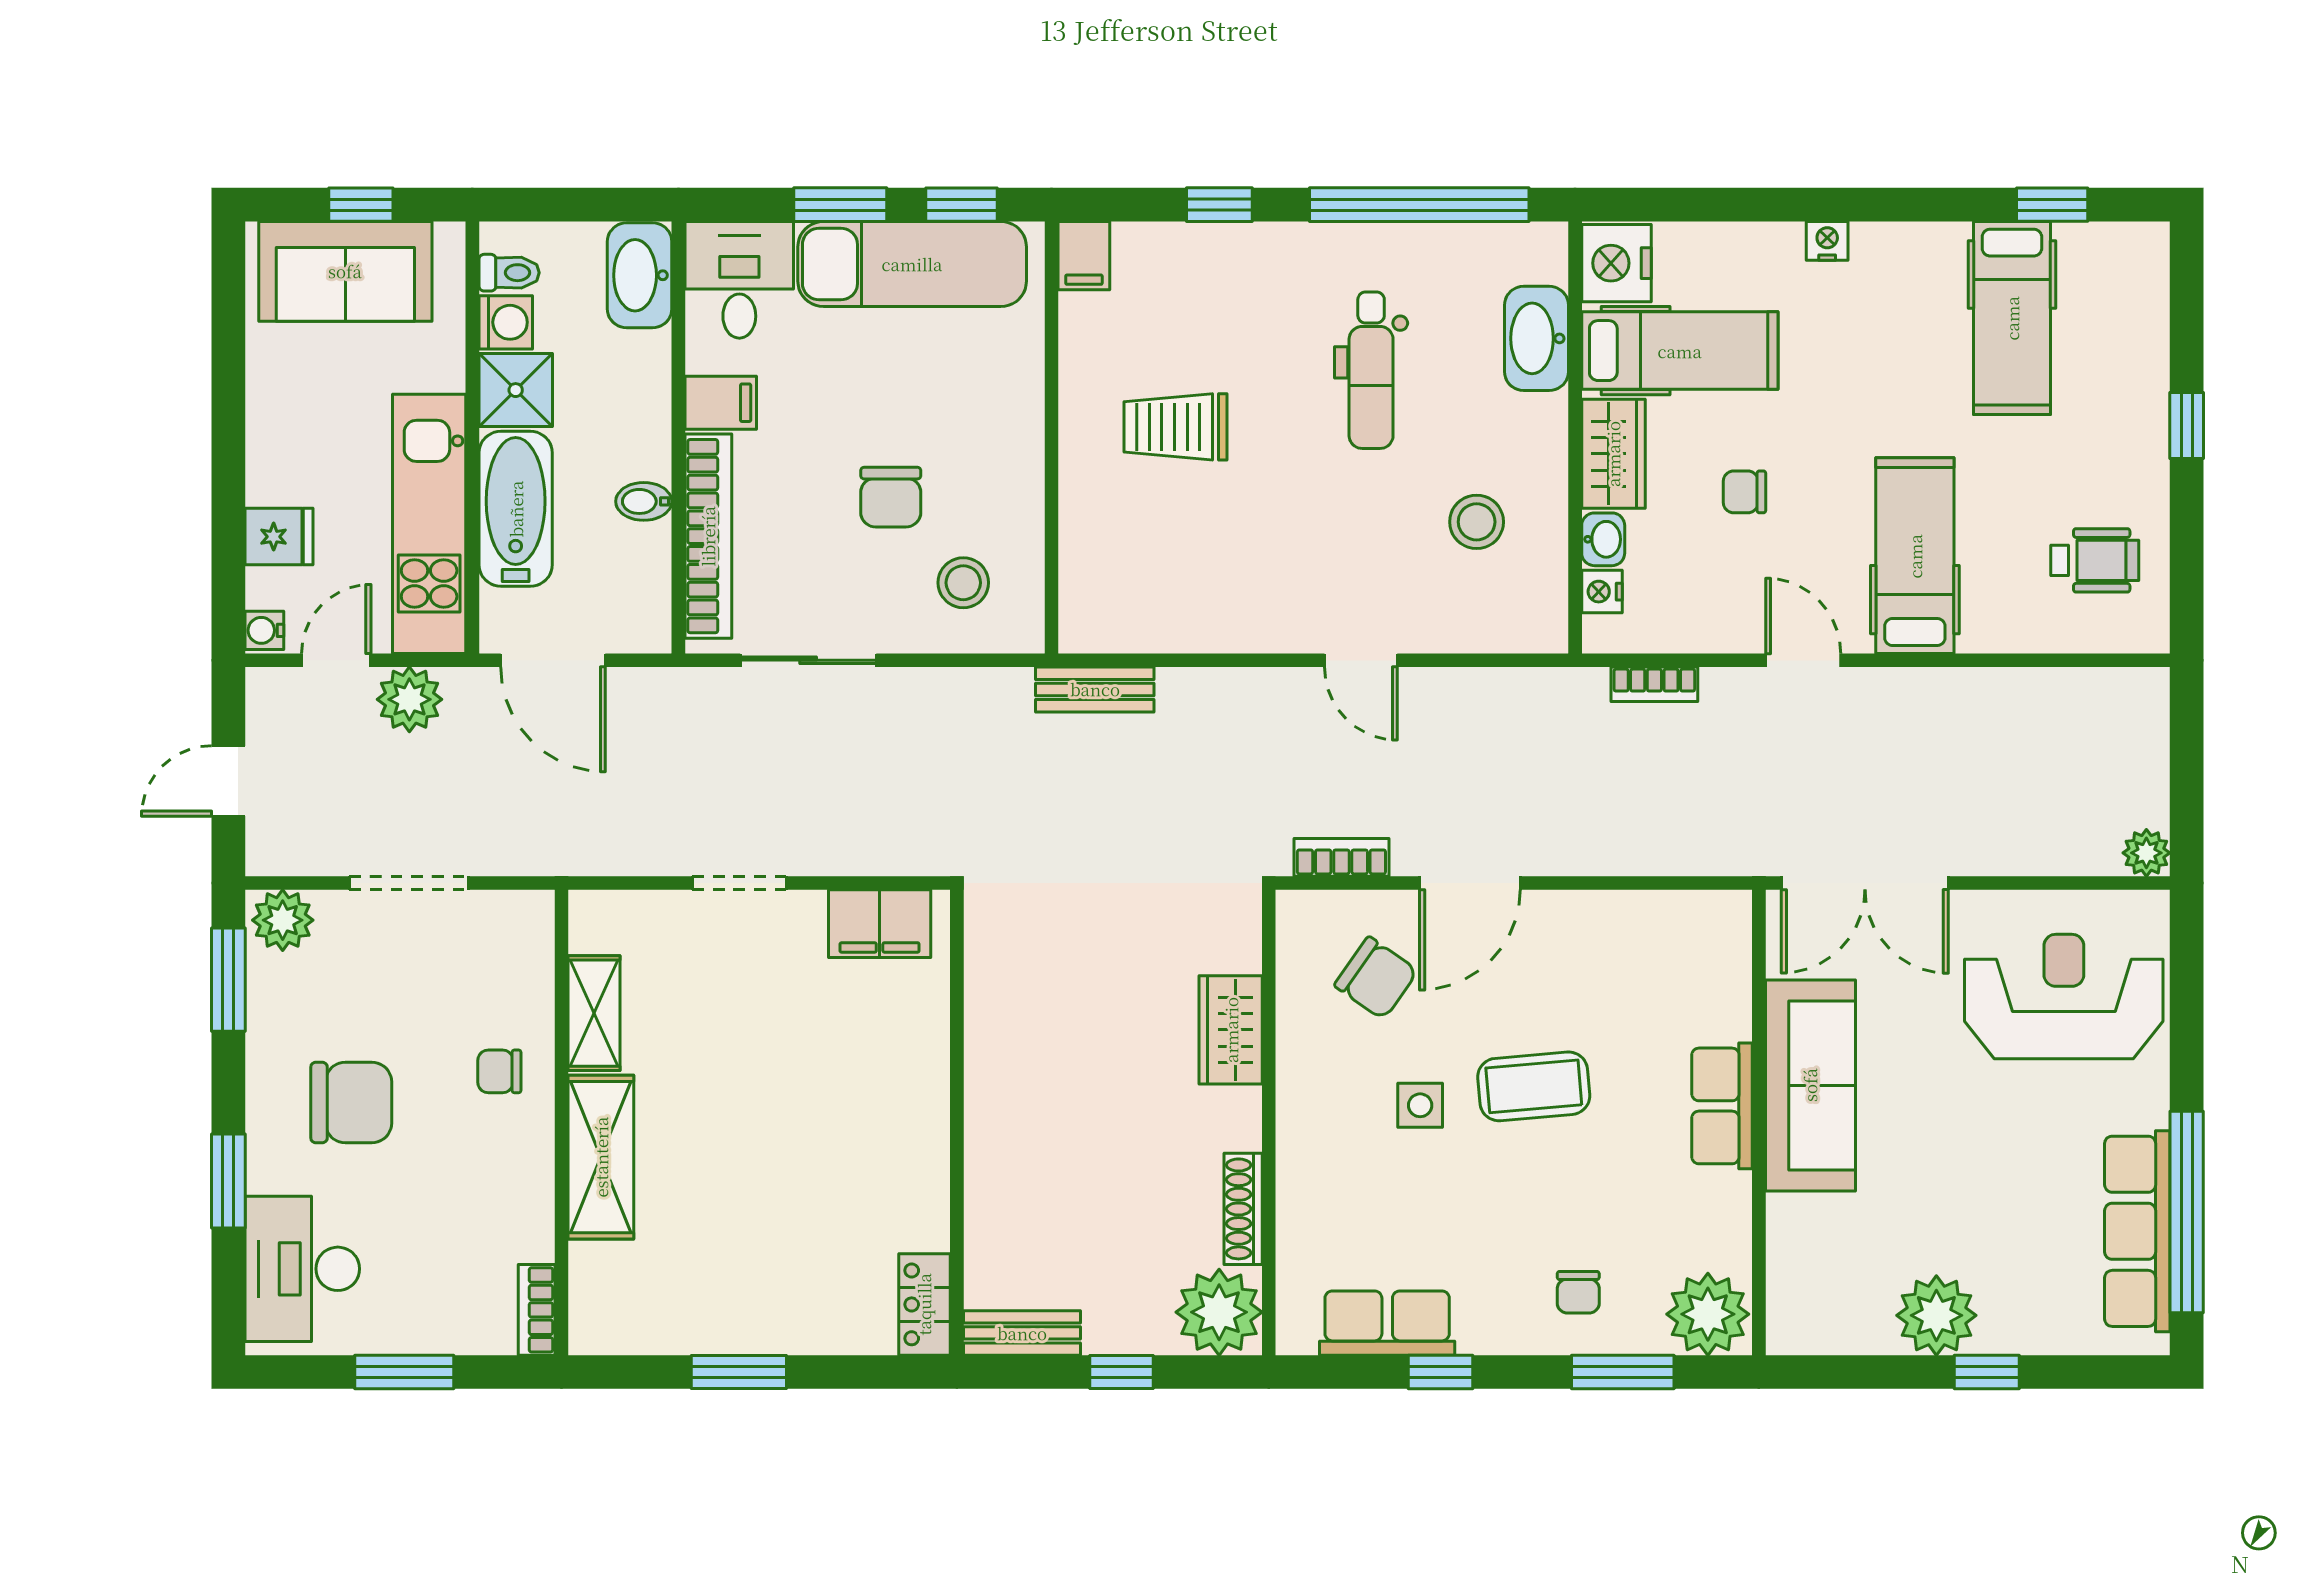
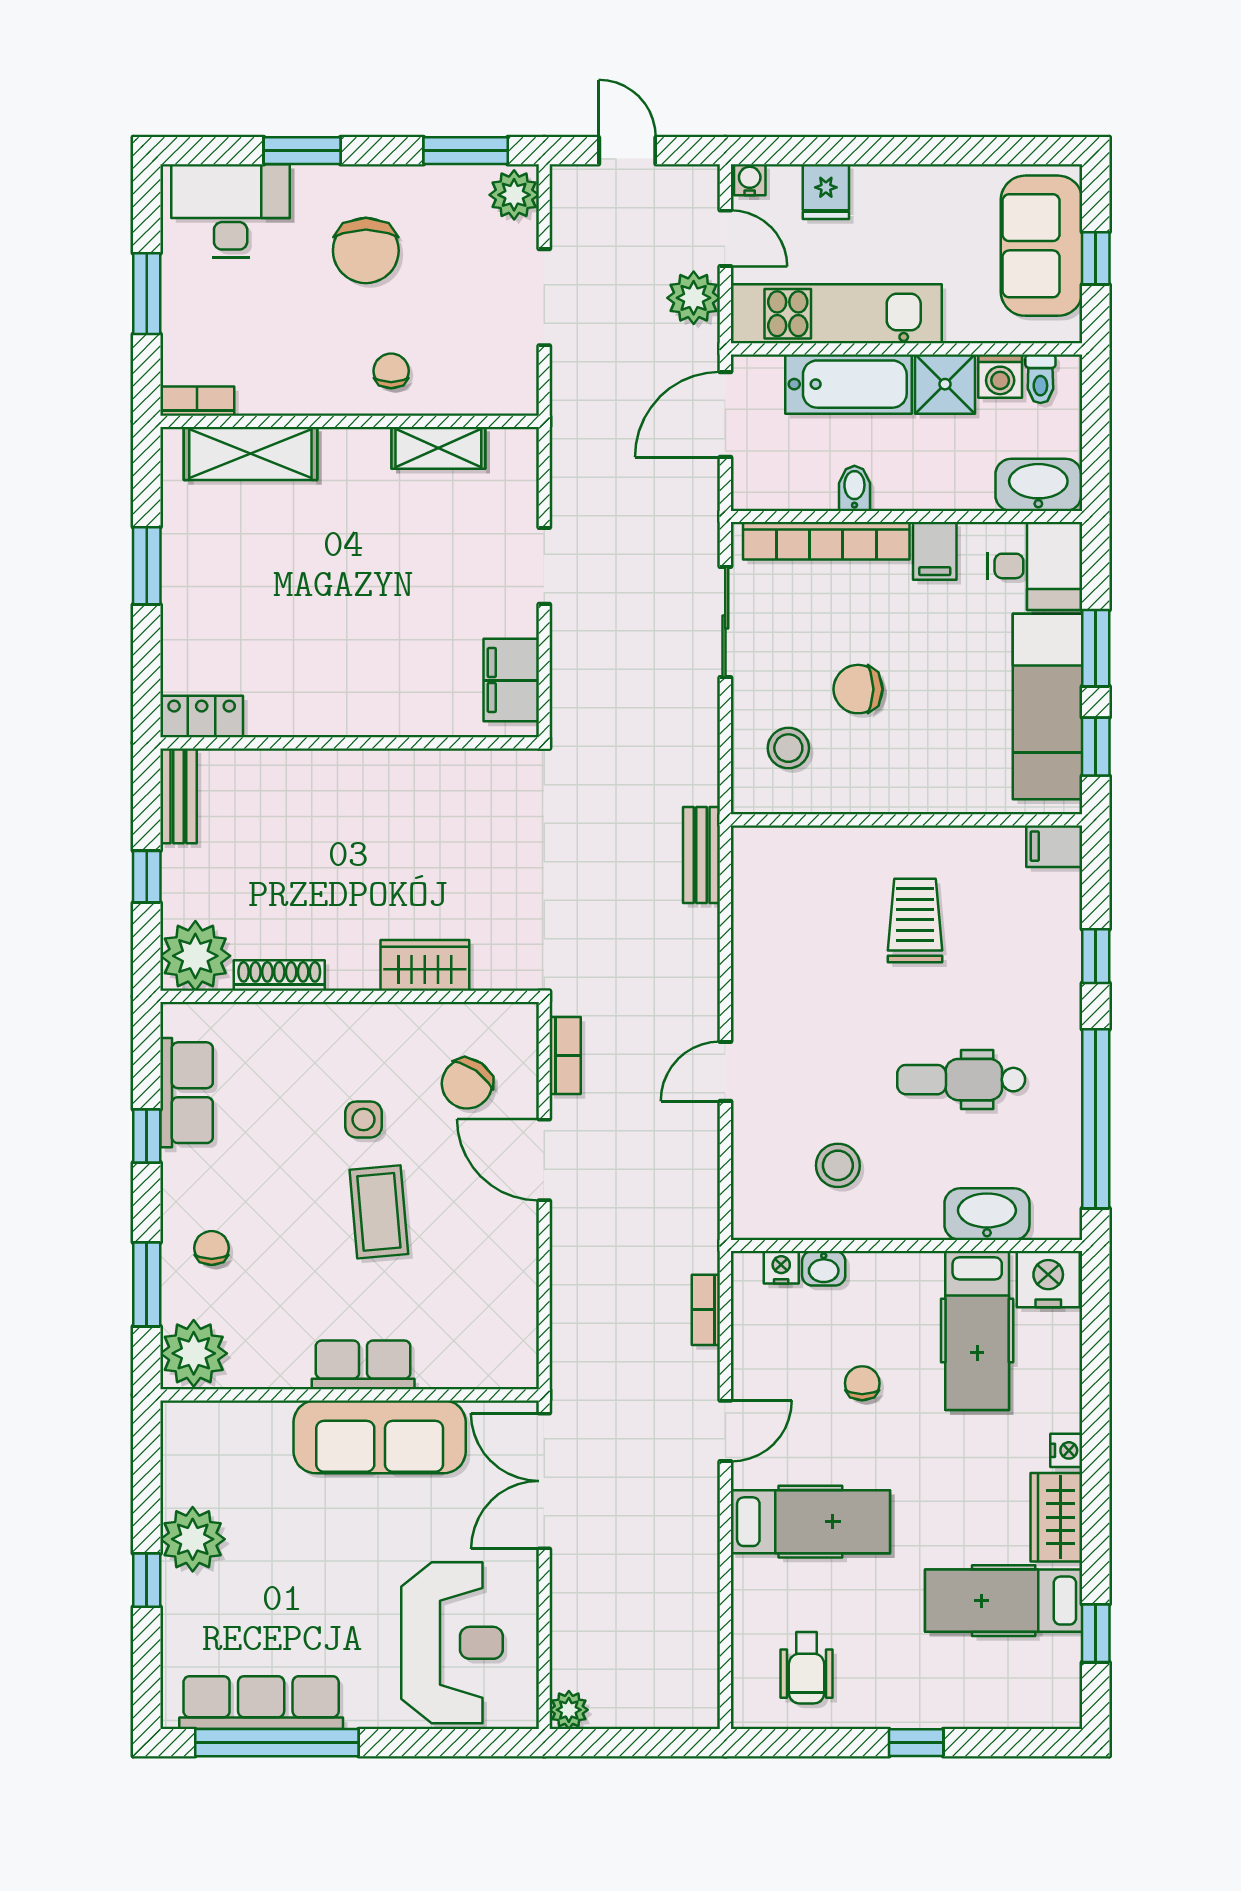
wardrobe: (1613, 454) -> (1056, 1517), moved, turned 90
shelving: (601, 1157) -> (250, 453), moved
chair: (1578, 1292) -> (212, 1248), turned 90

